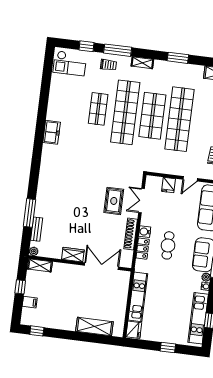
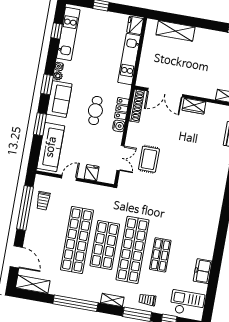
window: (178, 58) -> (75, 303), width x2.11
freezer: (52, 132) -> (203, 271), moved
shoe rack: (131, 234) -> (137, 106), moved

